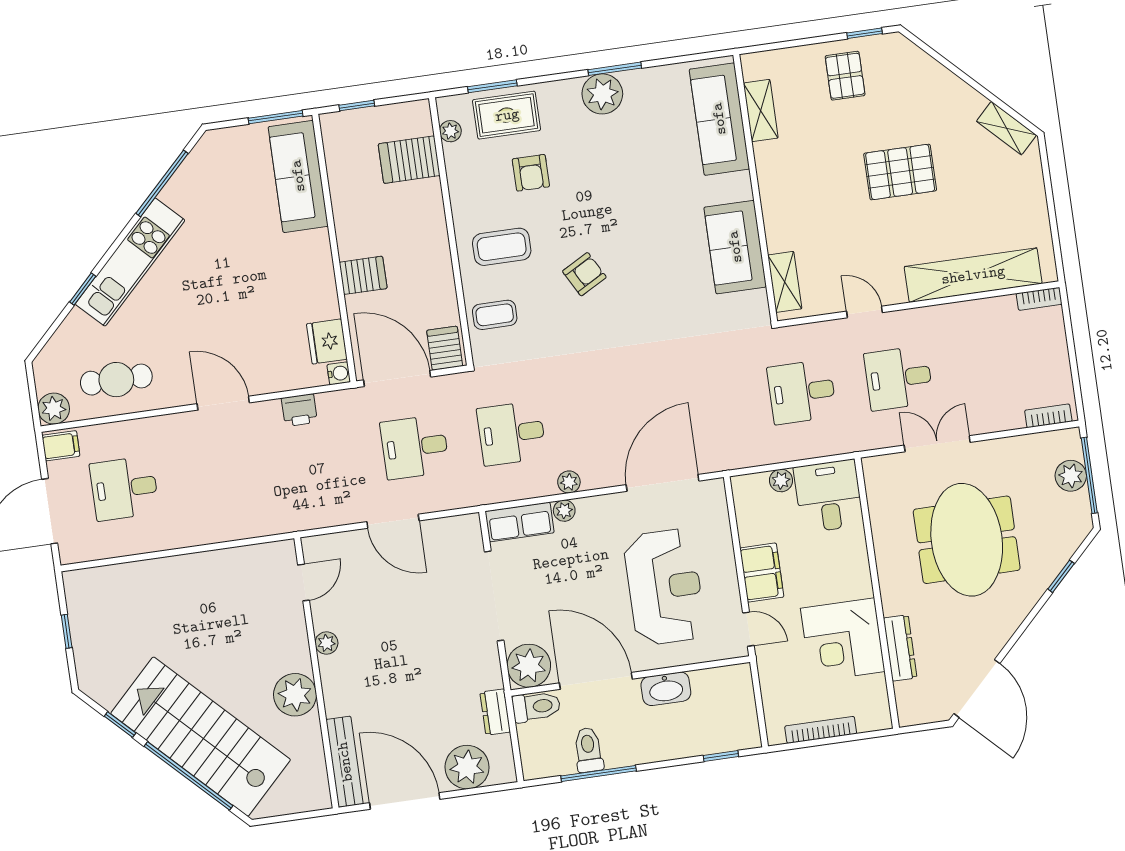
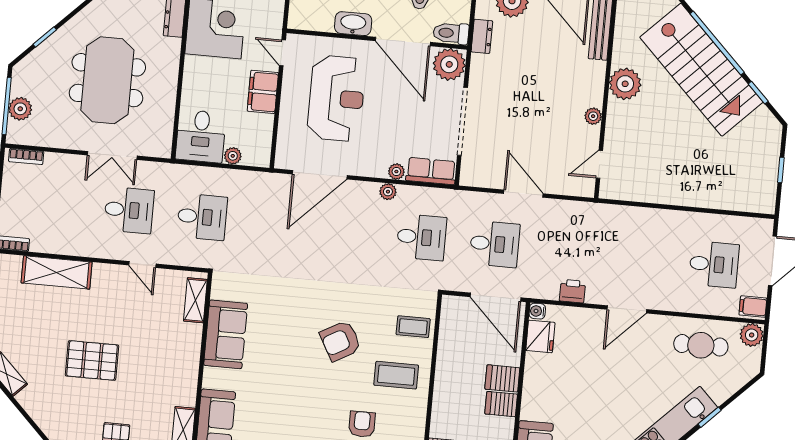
armchair: (584, 274) -> (340, 341), width x1.38, depth x1.38
shelving: (973, 275) -> (57, 272), width x0.68
server rack: (445, 348) -> (501, 404), moved, turned 90
door: (223, 403) -> (627, 309), hinge flipped
reception desk: (665, 587) -> (336, 98), turned 180

